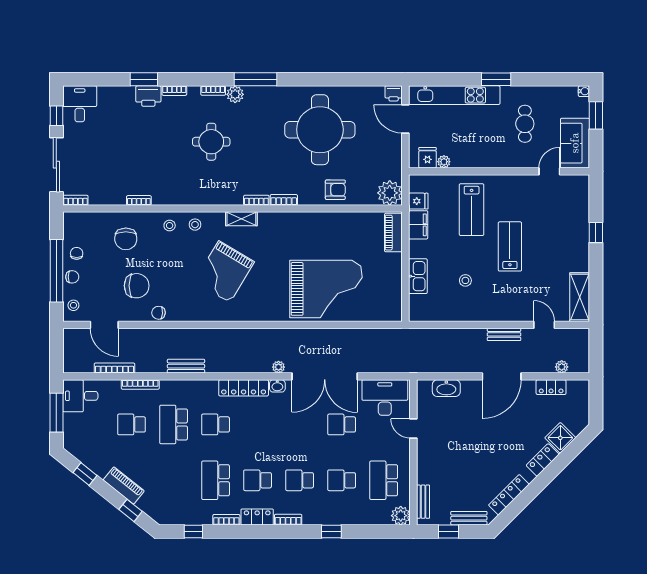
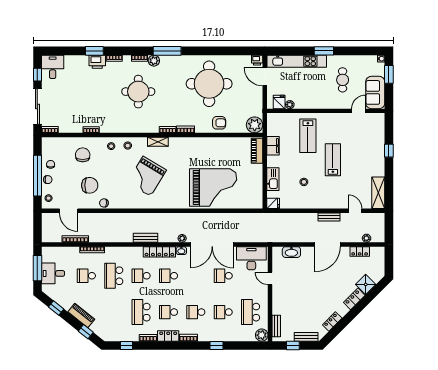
round table: (211, 142) -> (138, 92), width x1.36, depth x1.36
fridge: (418, 201) -> (273, 203), moved
chair: (126, 239) -> (83, 155), turned 180
bench: (186, 366) -> (145, 238), moved
desk: (80, 396) -> (53, 273), moved
school desk: (258, 424) -> (168, 276), added
locker: (509, 495) -> (332, 321), width x0.66

